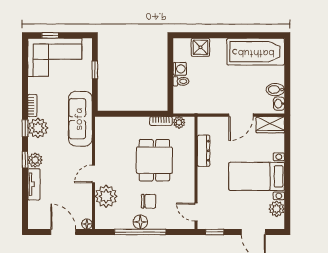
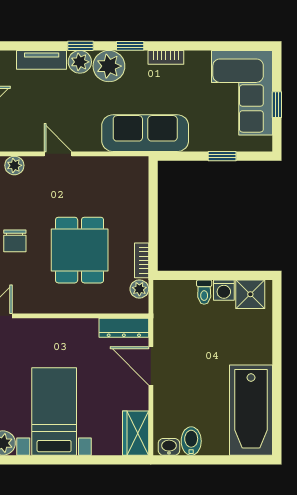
window: (50, 35) -> (277, 105), moved
shower: (200, 47) -> (250, 294), moved
door: (241, 115) -> (151, 366), moved
plant: (38, 128) -> (109, 66), moved
dresser: (204, 151) -> (124, 328), moved
dining table: (154, 160) -> (80, 250), turned 90
plant: (106, 196) -> (14, 165), width x0.53, depth x0.53

